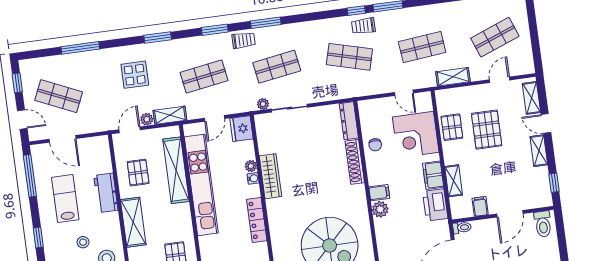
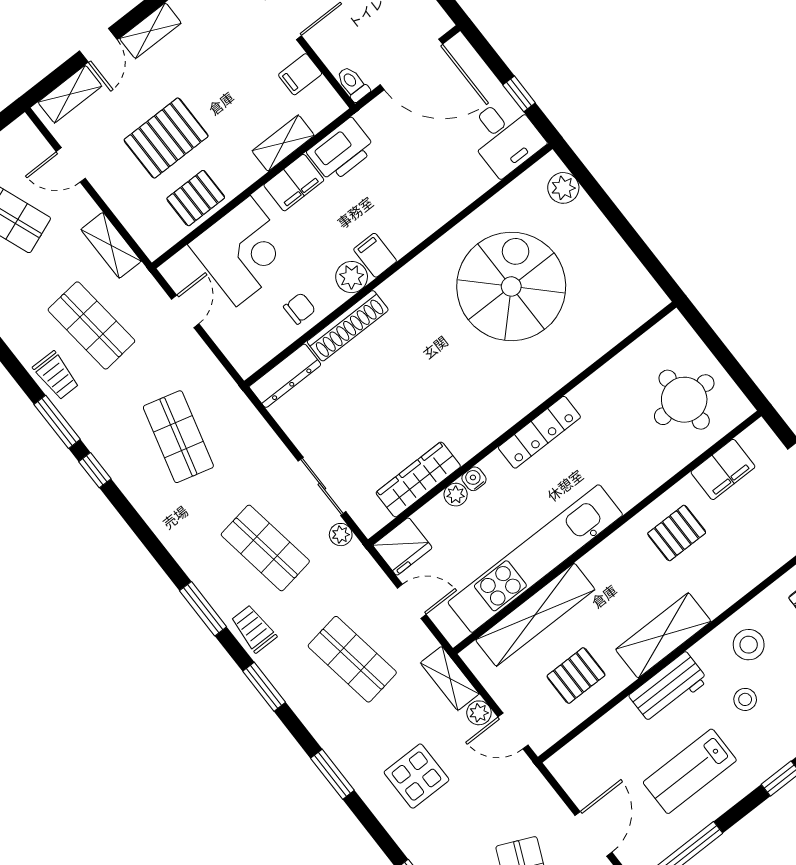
trolley: (363, 26) -> (56, 375), moved
wardrobe: (270, 176) -> (418, 479), moved
workbench: (106, 193) -> (668, 688), moved
plant: (380, 209) -> (352, 277), moved

